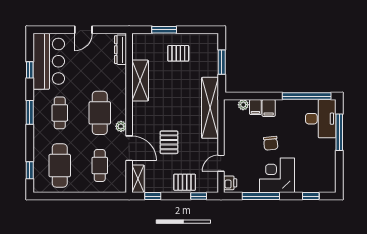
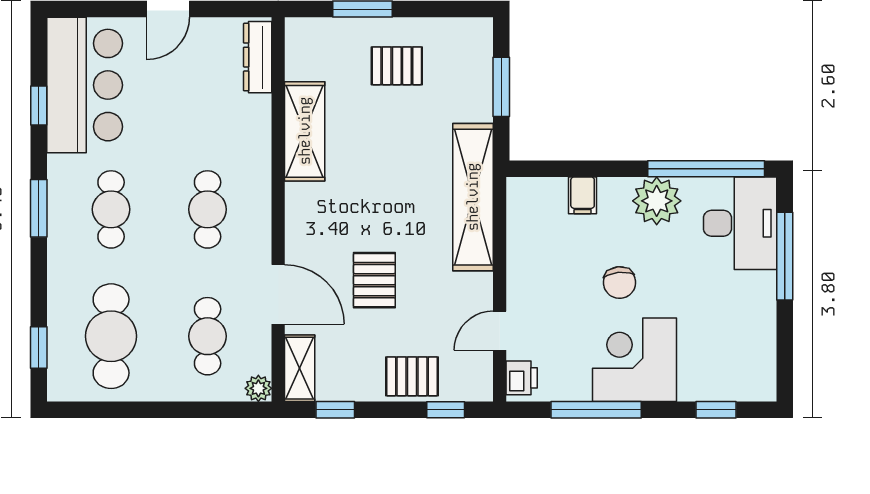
plant: (243, 105) -> (657, 201), moved, width x1.87, depth x1.87
filing cabinet: (269, 108) -> (615, 198), removed
cafe table: (100, 113) -> (208, 209), width x0.73, depth x0.74
plant: (121, 126) -> (258, 388), moved

